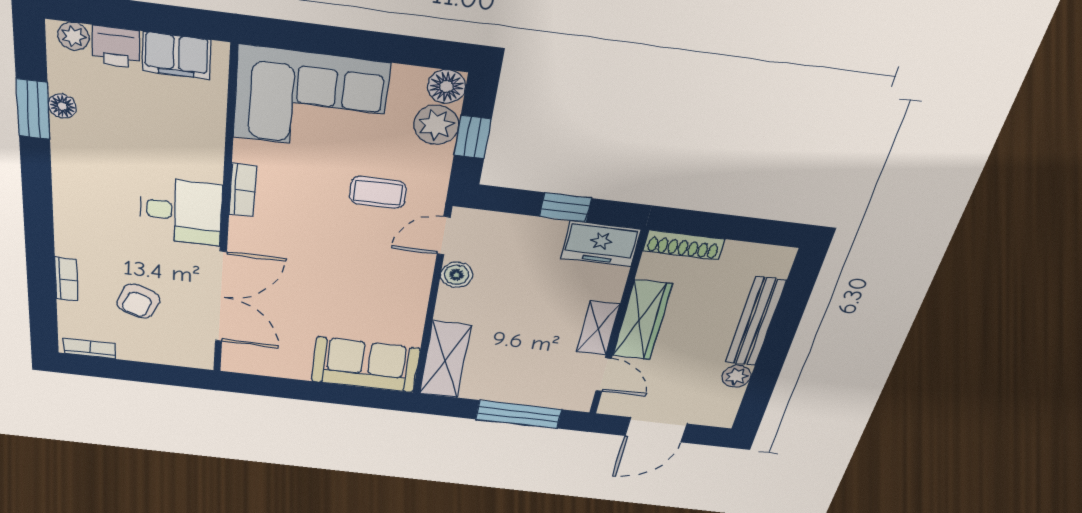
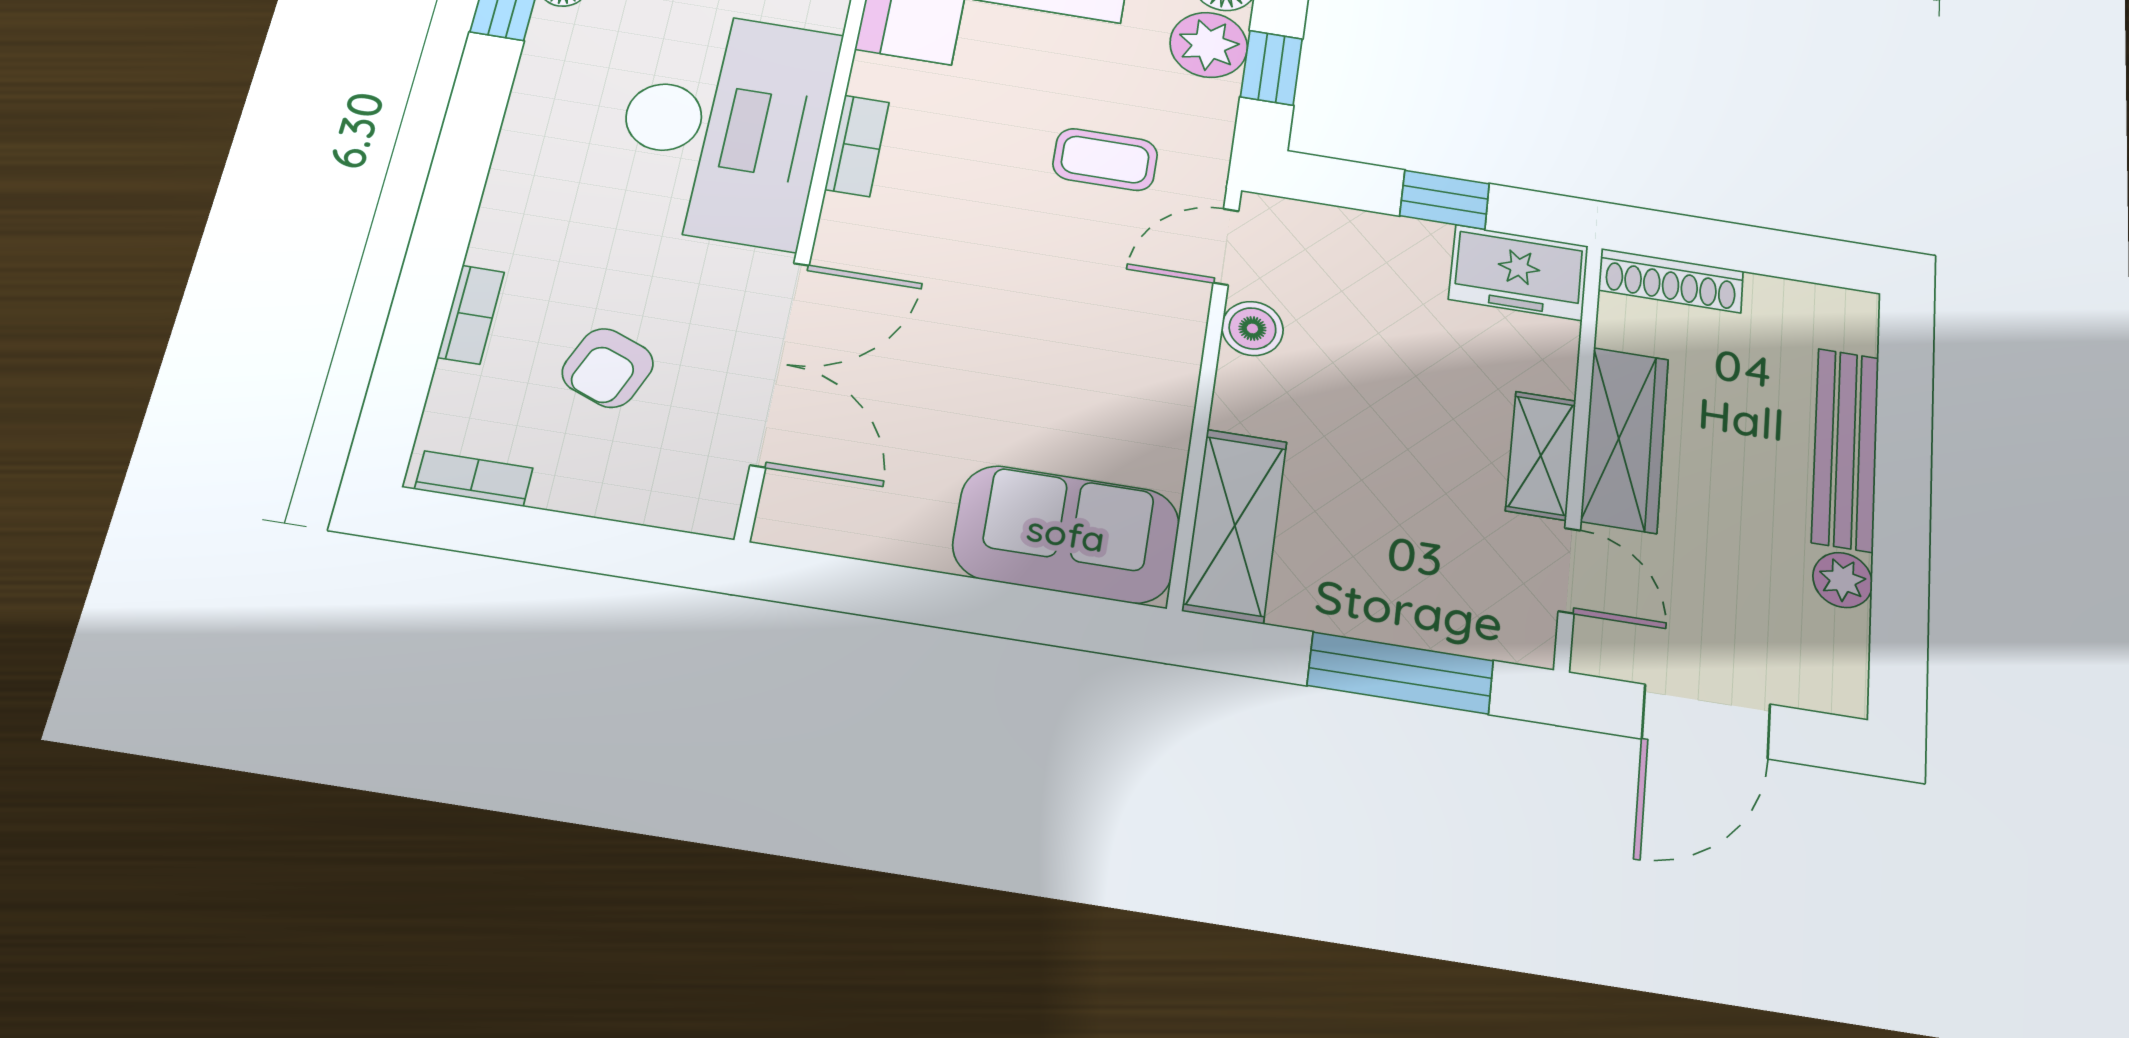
desk: (181, 211) -> (724, 127), width x1.87, depth x1.30

